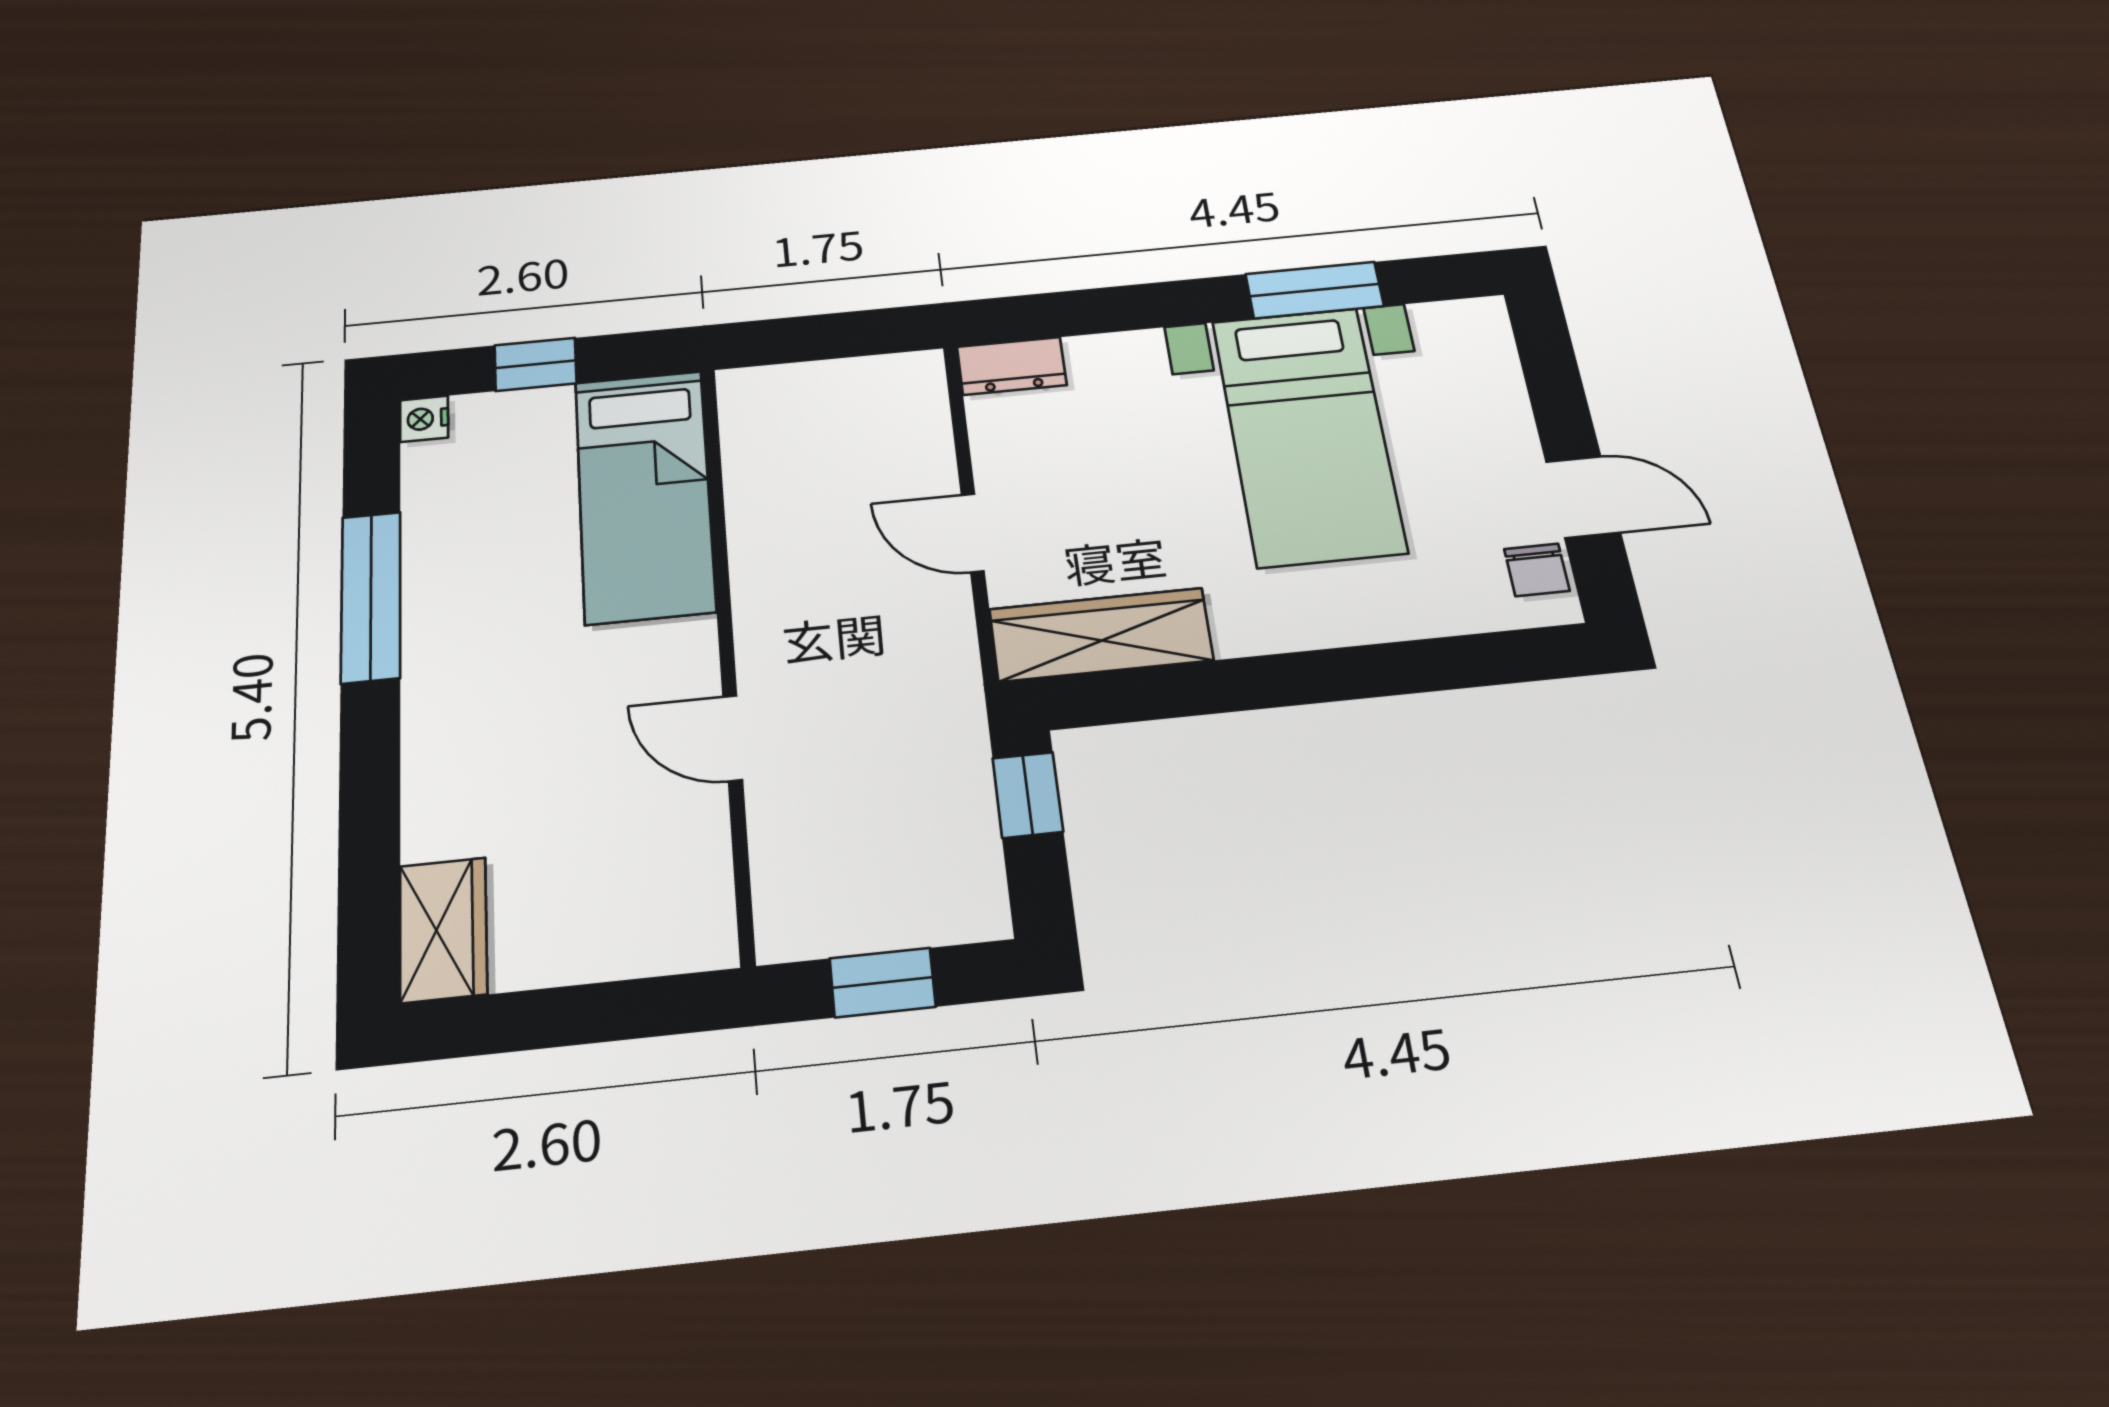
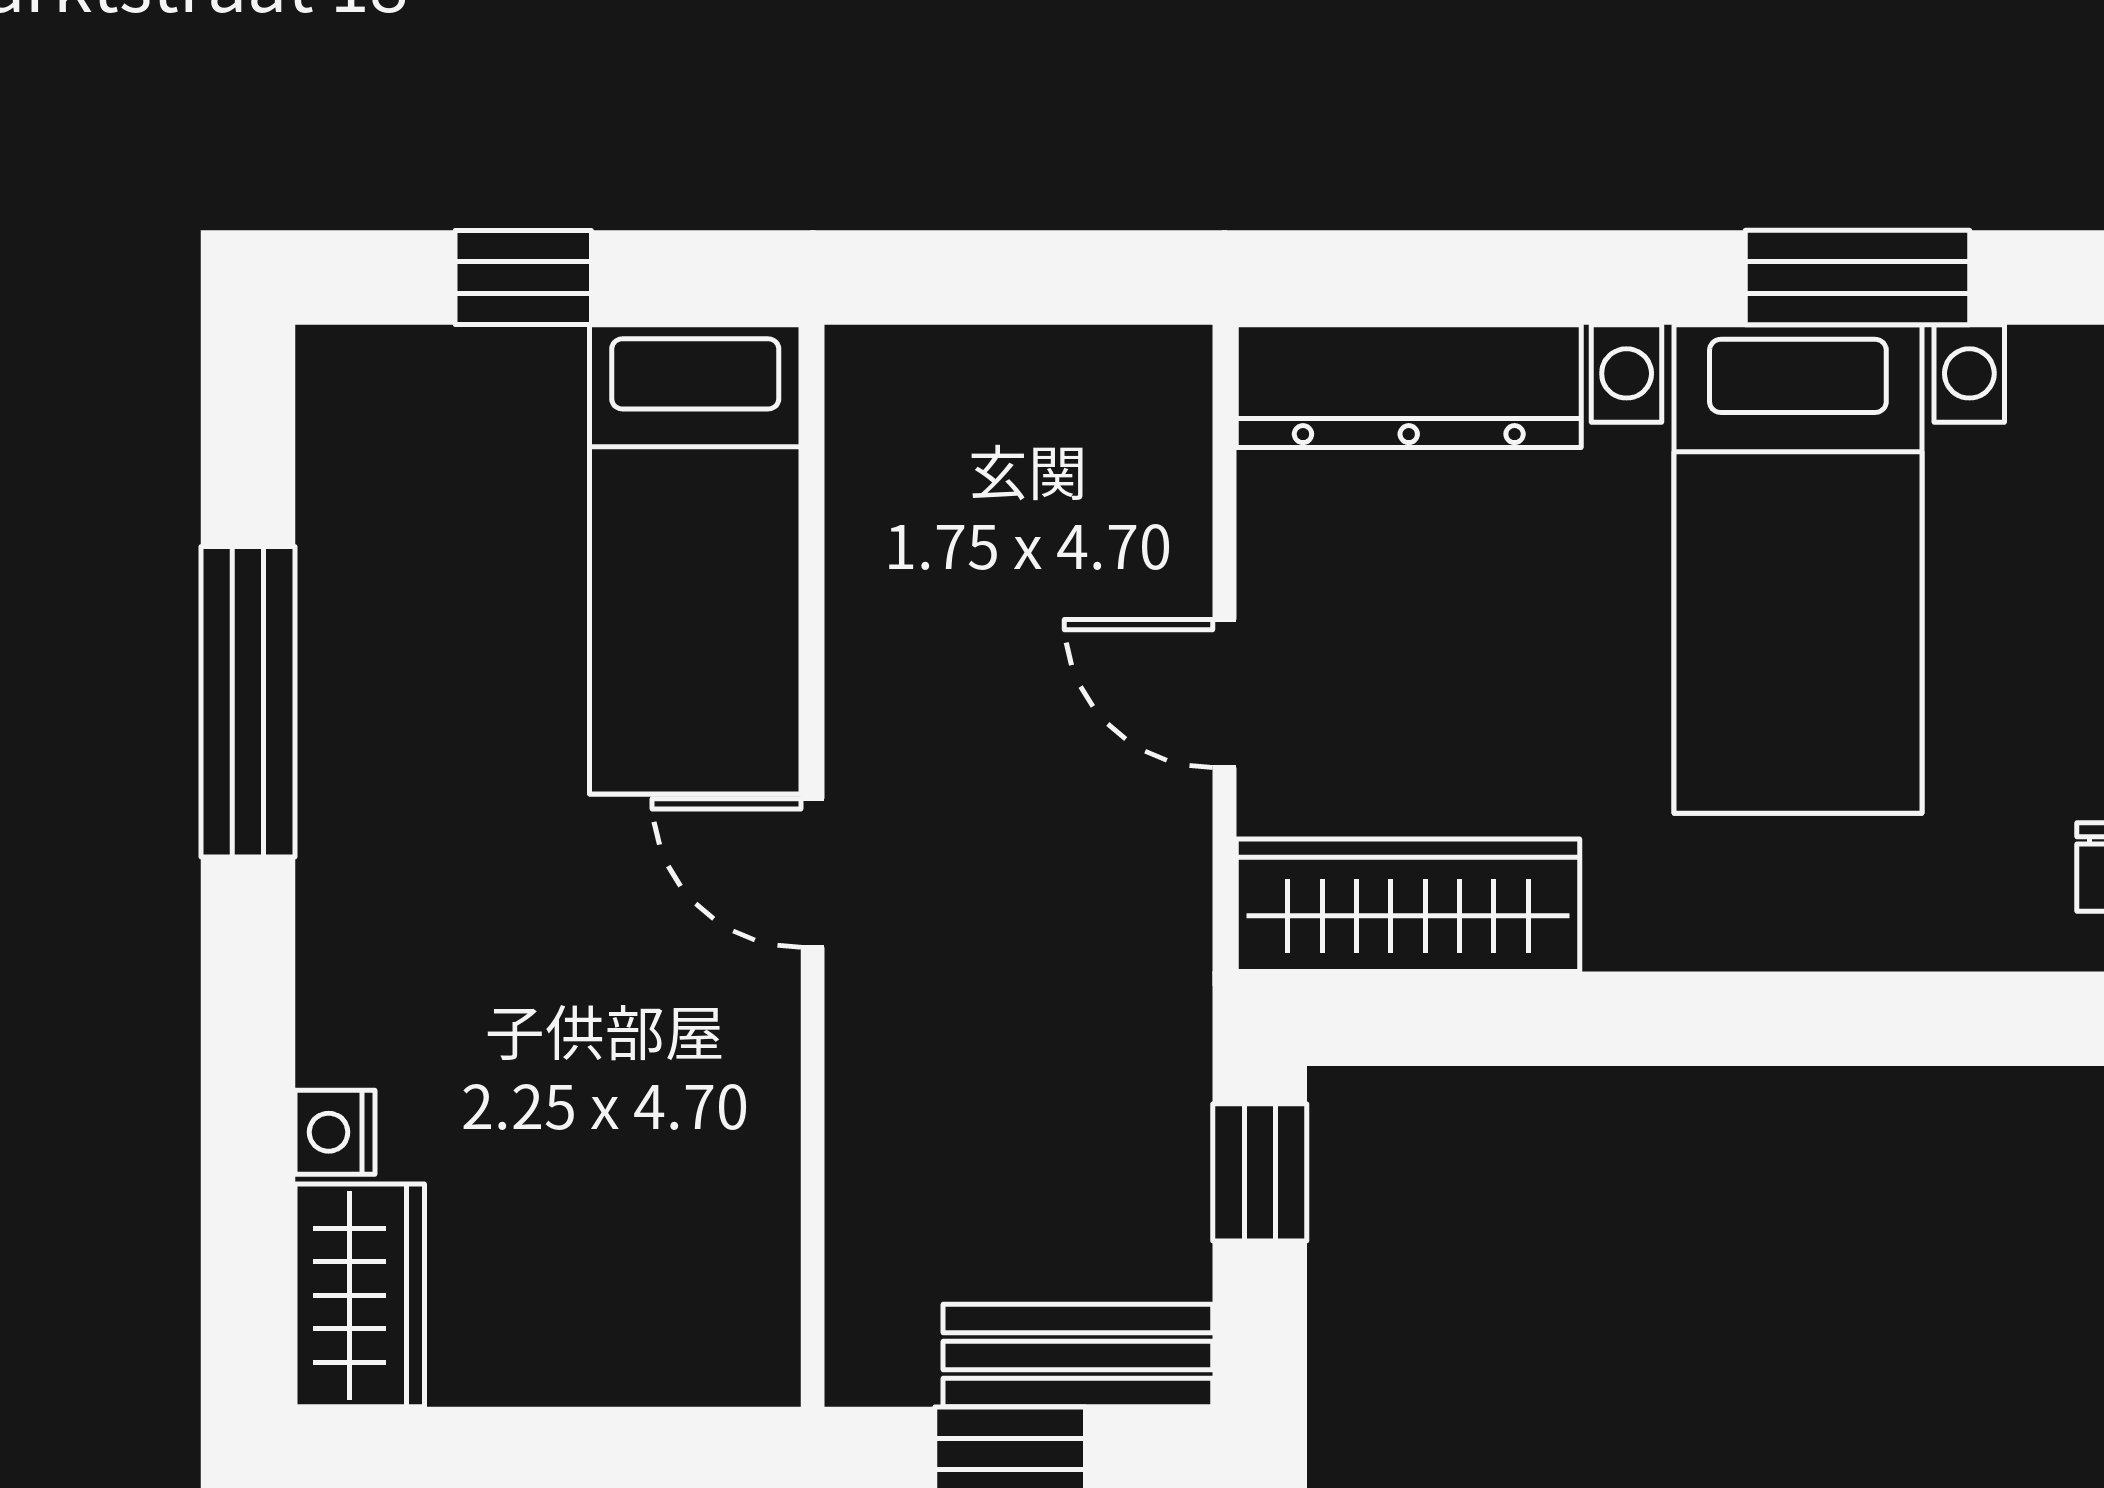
dresser: (1012, 366) -> (1409, 386), width x1.96, depth x1.24
nightstand: (424, 419) -> (335, 1132), moved
door: (733, 738) -> (813, 873), moved
bench: (922, 917) -> (1078, 1356), added

